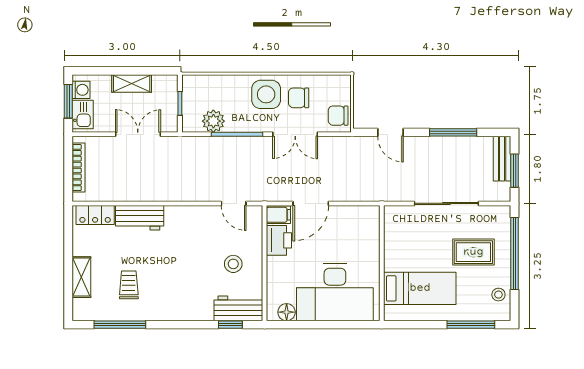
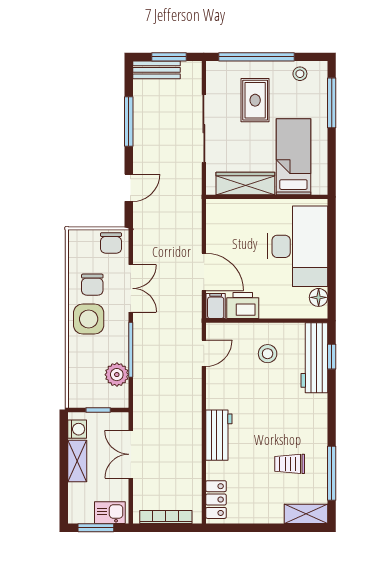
washing machine: (81, 90) -> (77, 429), moved, turned 90
workbench: (140, 218) -> (219, 435), moved
wardrobe: (394, 243) -> (245, 184), added
shelving: (81, 277) -> (306, 514), moved
workbench: (238, 308) -> (314, 358), width x1.38

